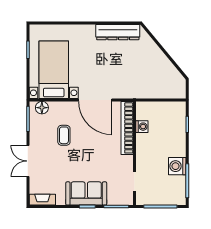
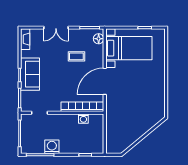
dresser: (118, 32) -> (159, 99), removed
double door: (28, 161) -> (56, 28), swing flipped

